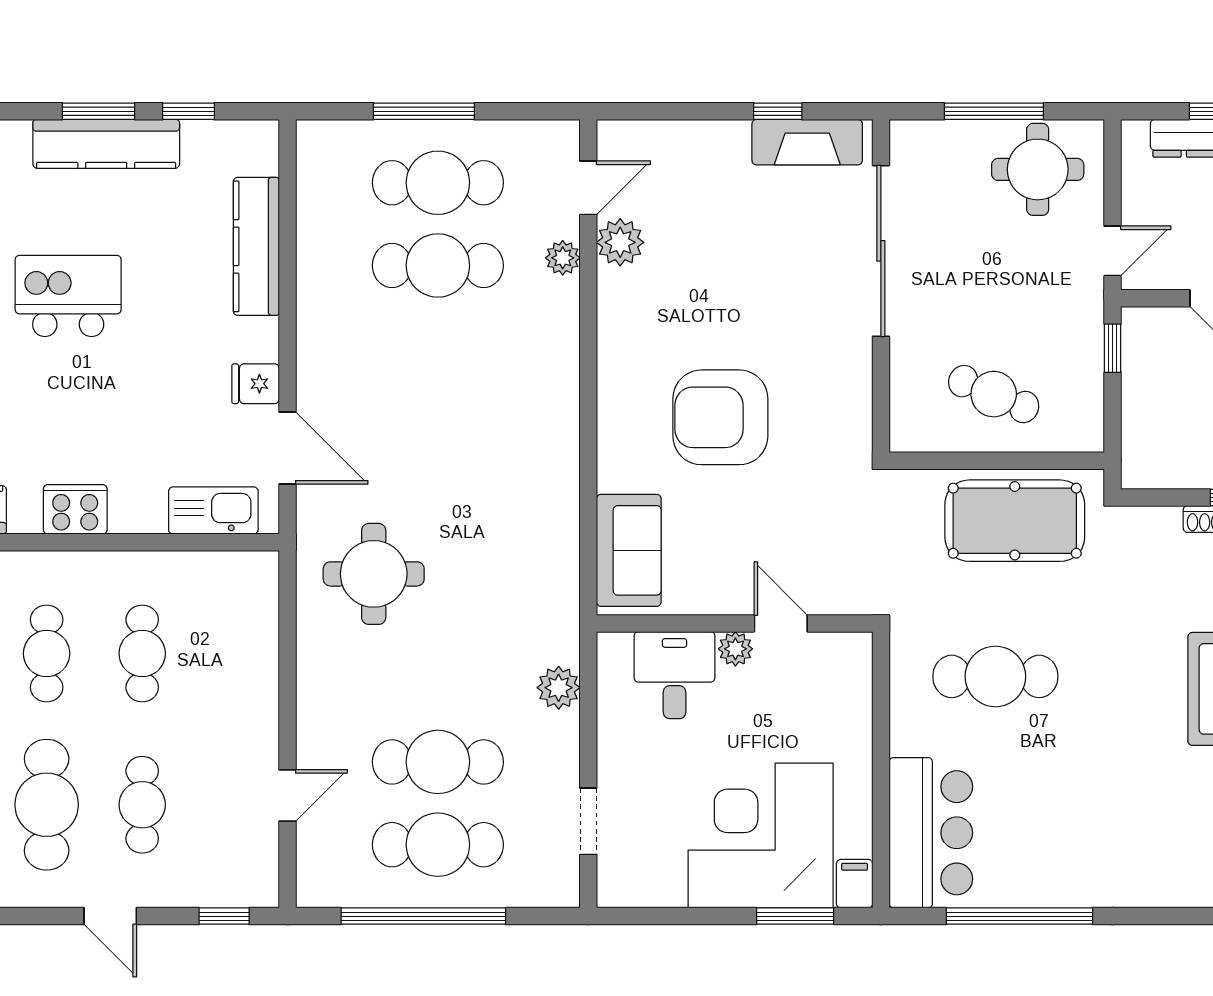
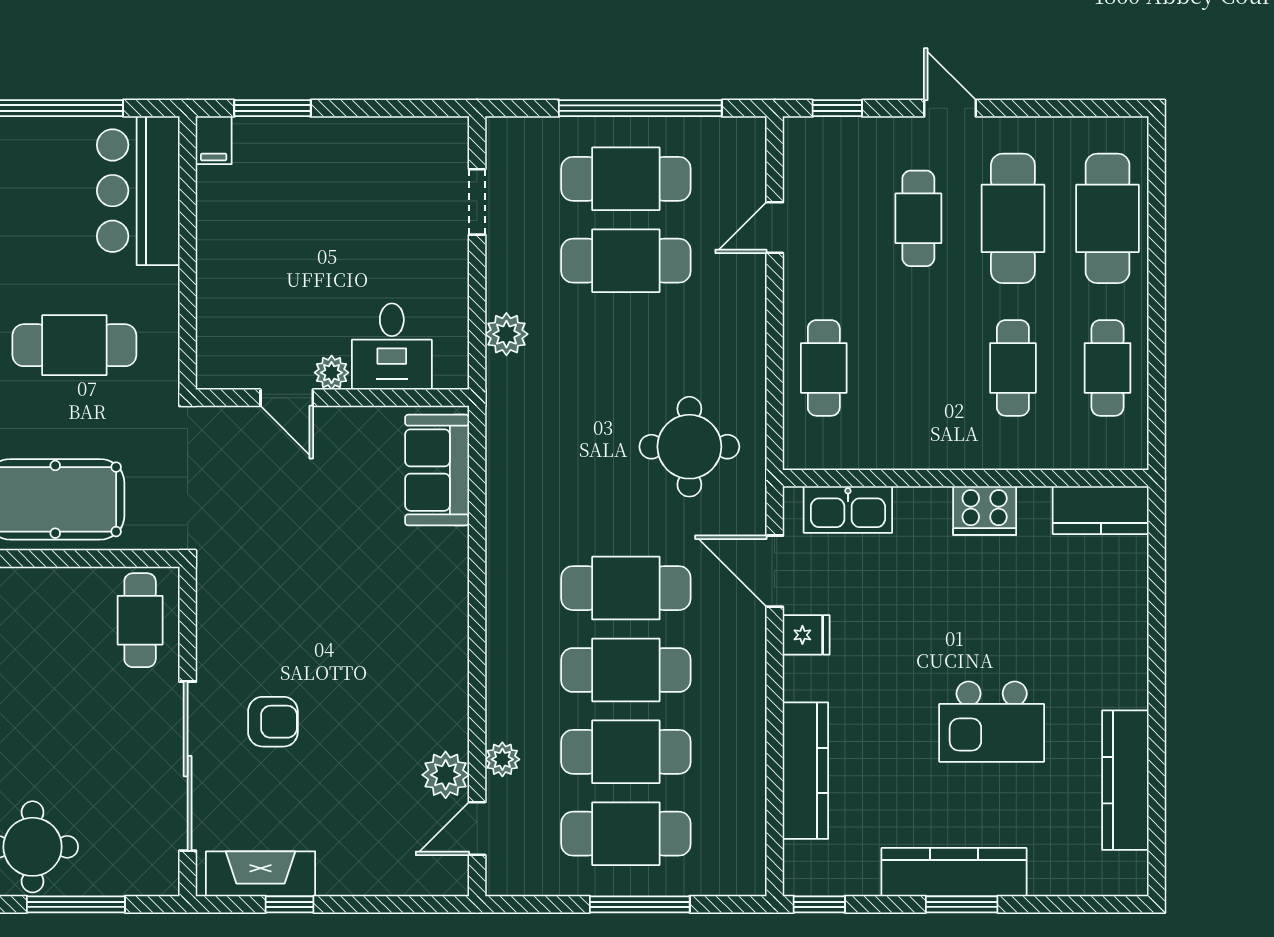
window: (188, 111) -> (819, 904), moved
cafe table: (438, 348) -> (626, 670), added
cafe table: (994, 394) -> (140, 620), moved, turned 67
armchair: (720, 417) -> (273, 722), moved, width x0.53, depth x0.53
cafe table: (438, 431) -> (626, 588), added
cafe table: (142, 654) -> (824, 368), moved
corner desk: (761, 836) -> (307, 188), removed

